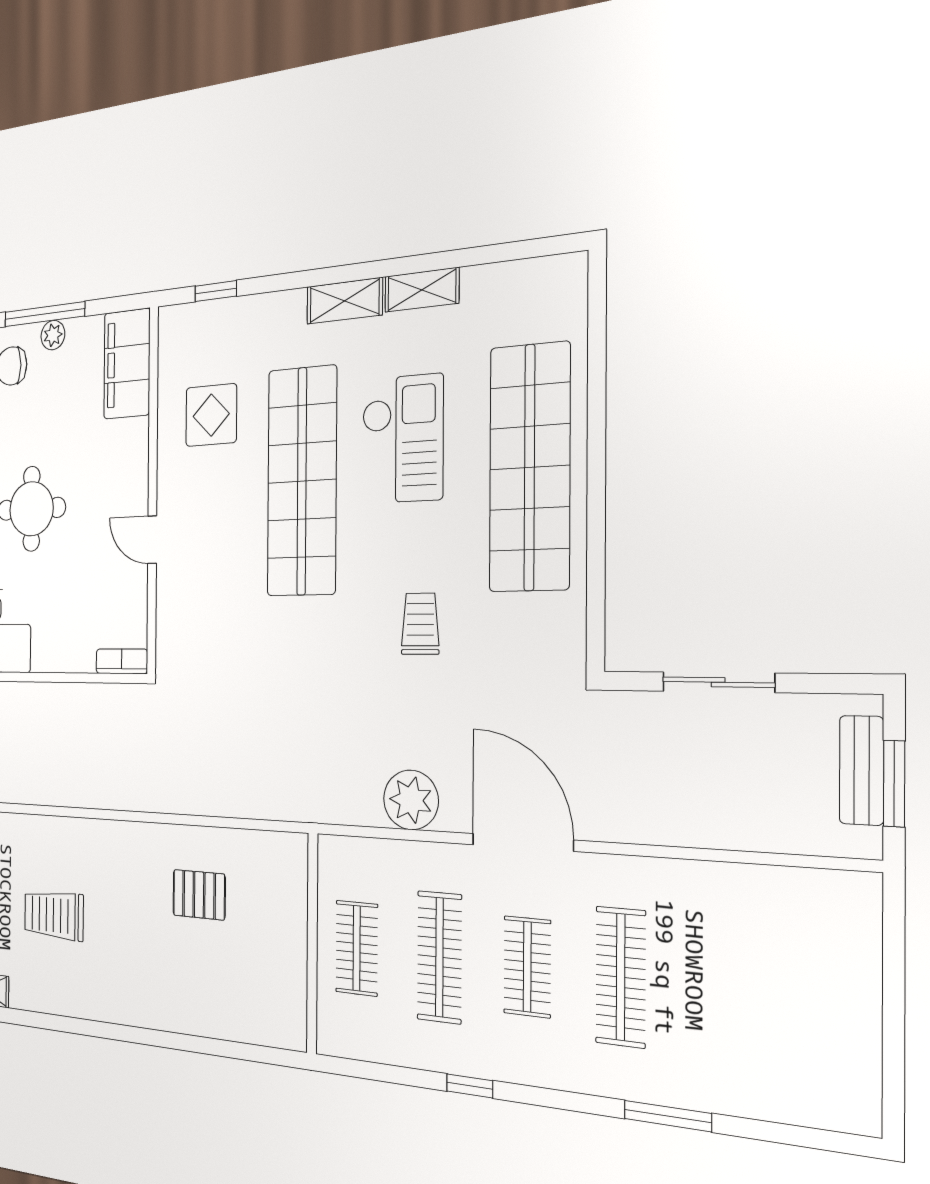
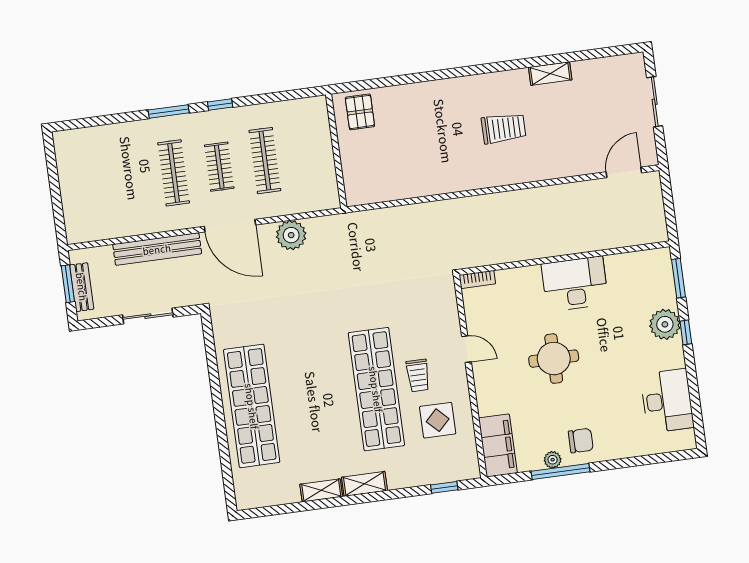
checkout: (402, 439) -> (321, 415), removed
trolley: (420, 624) -> (418, 375), moved
bench: (678, 824) -> (157, 249), added
pallet: (199, 895) -> (360, 112), moved, turned 90
clothes rail: (357, 948) -> (310, 154), removed
window: (470, 1086) -> (220, 104), moved
window: (668, 1116) -> (169, 111), moved

